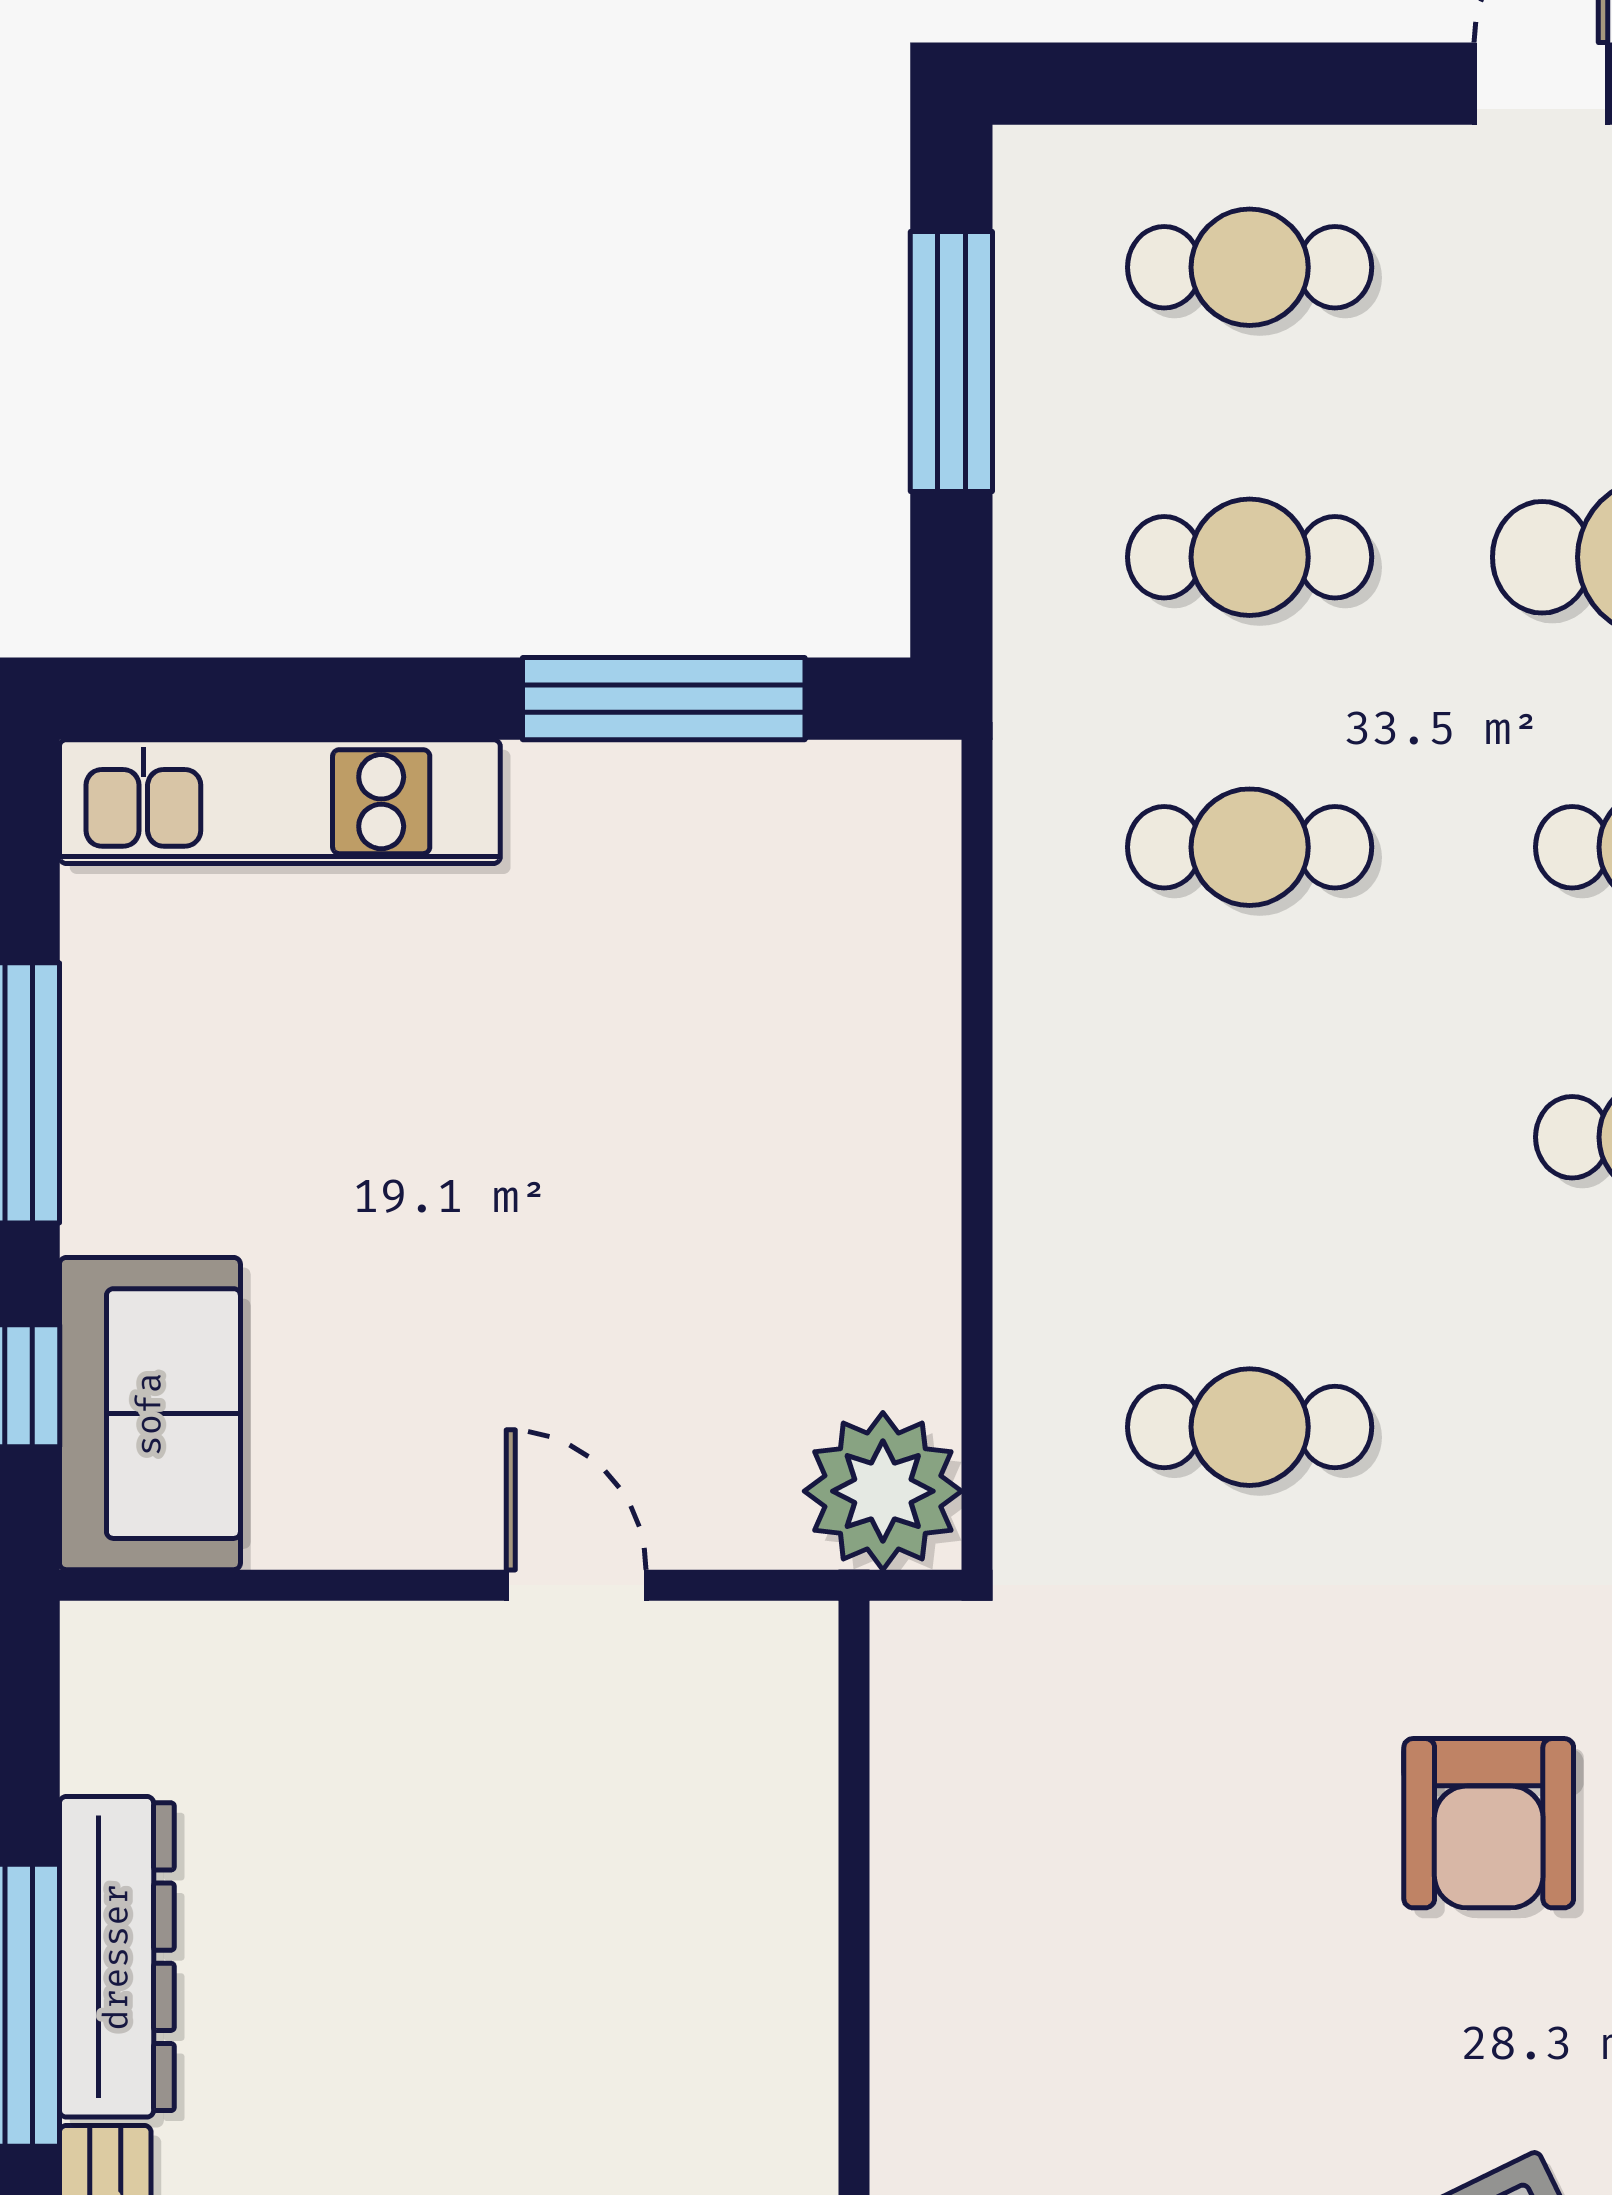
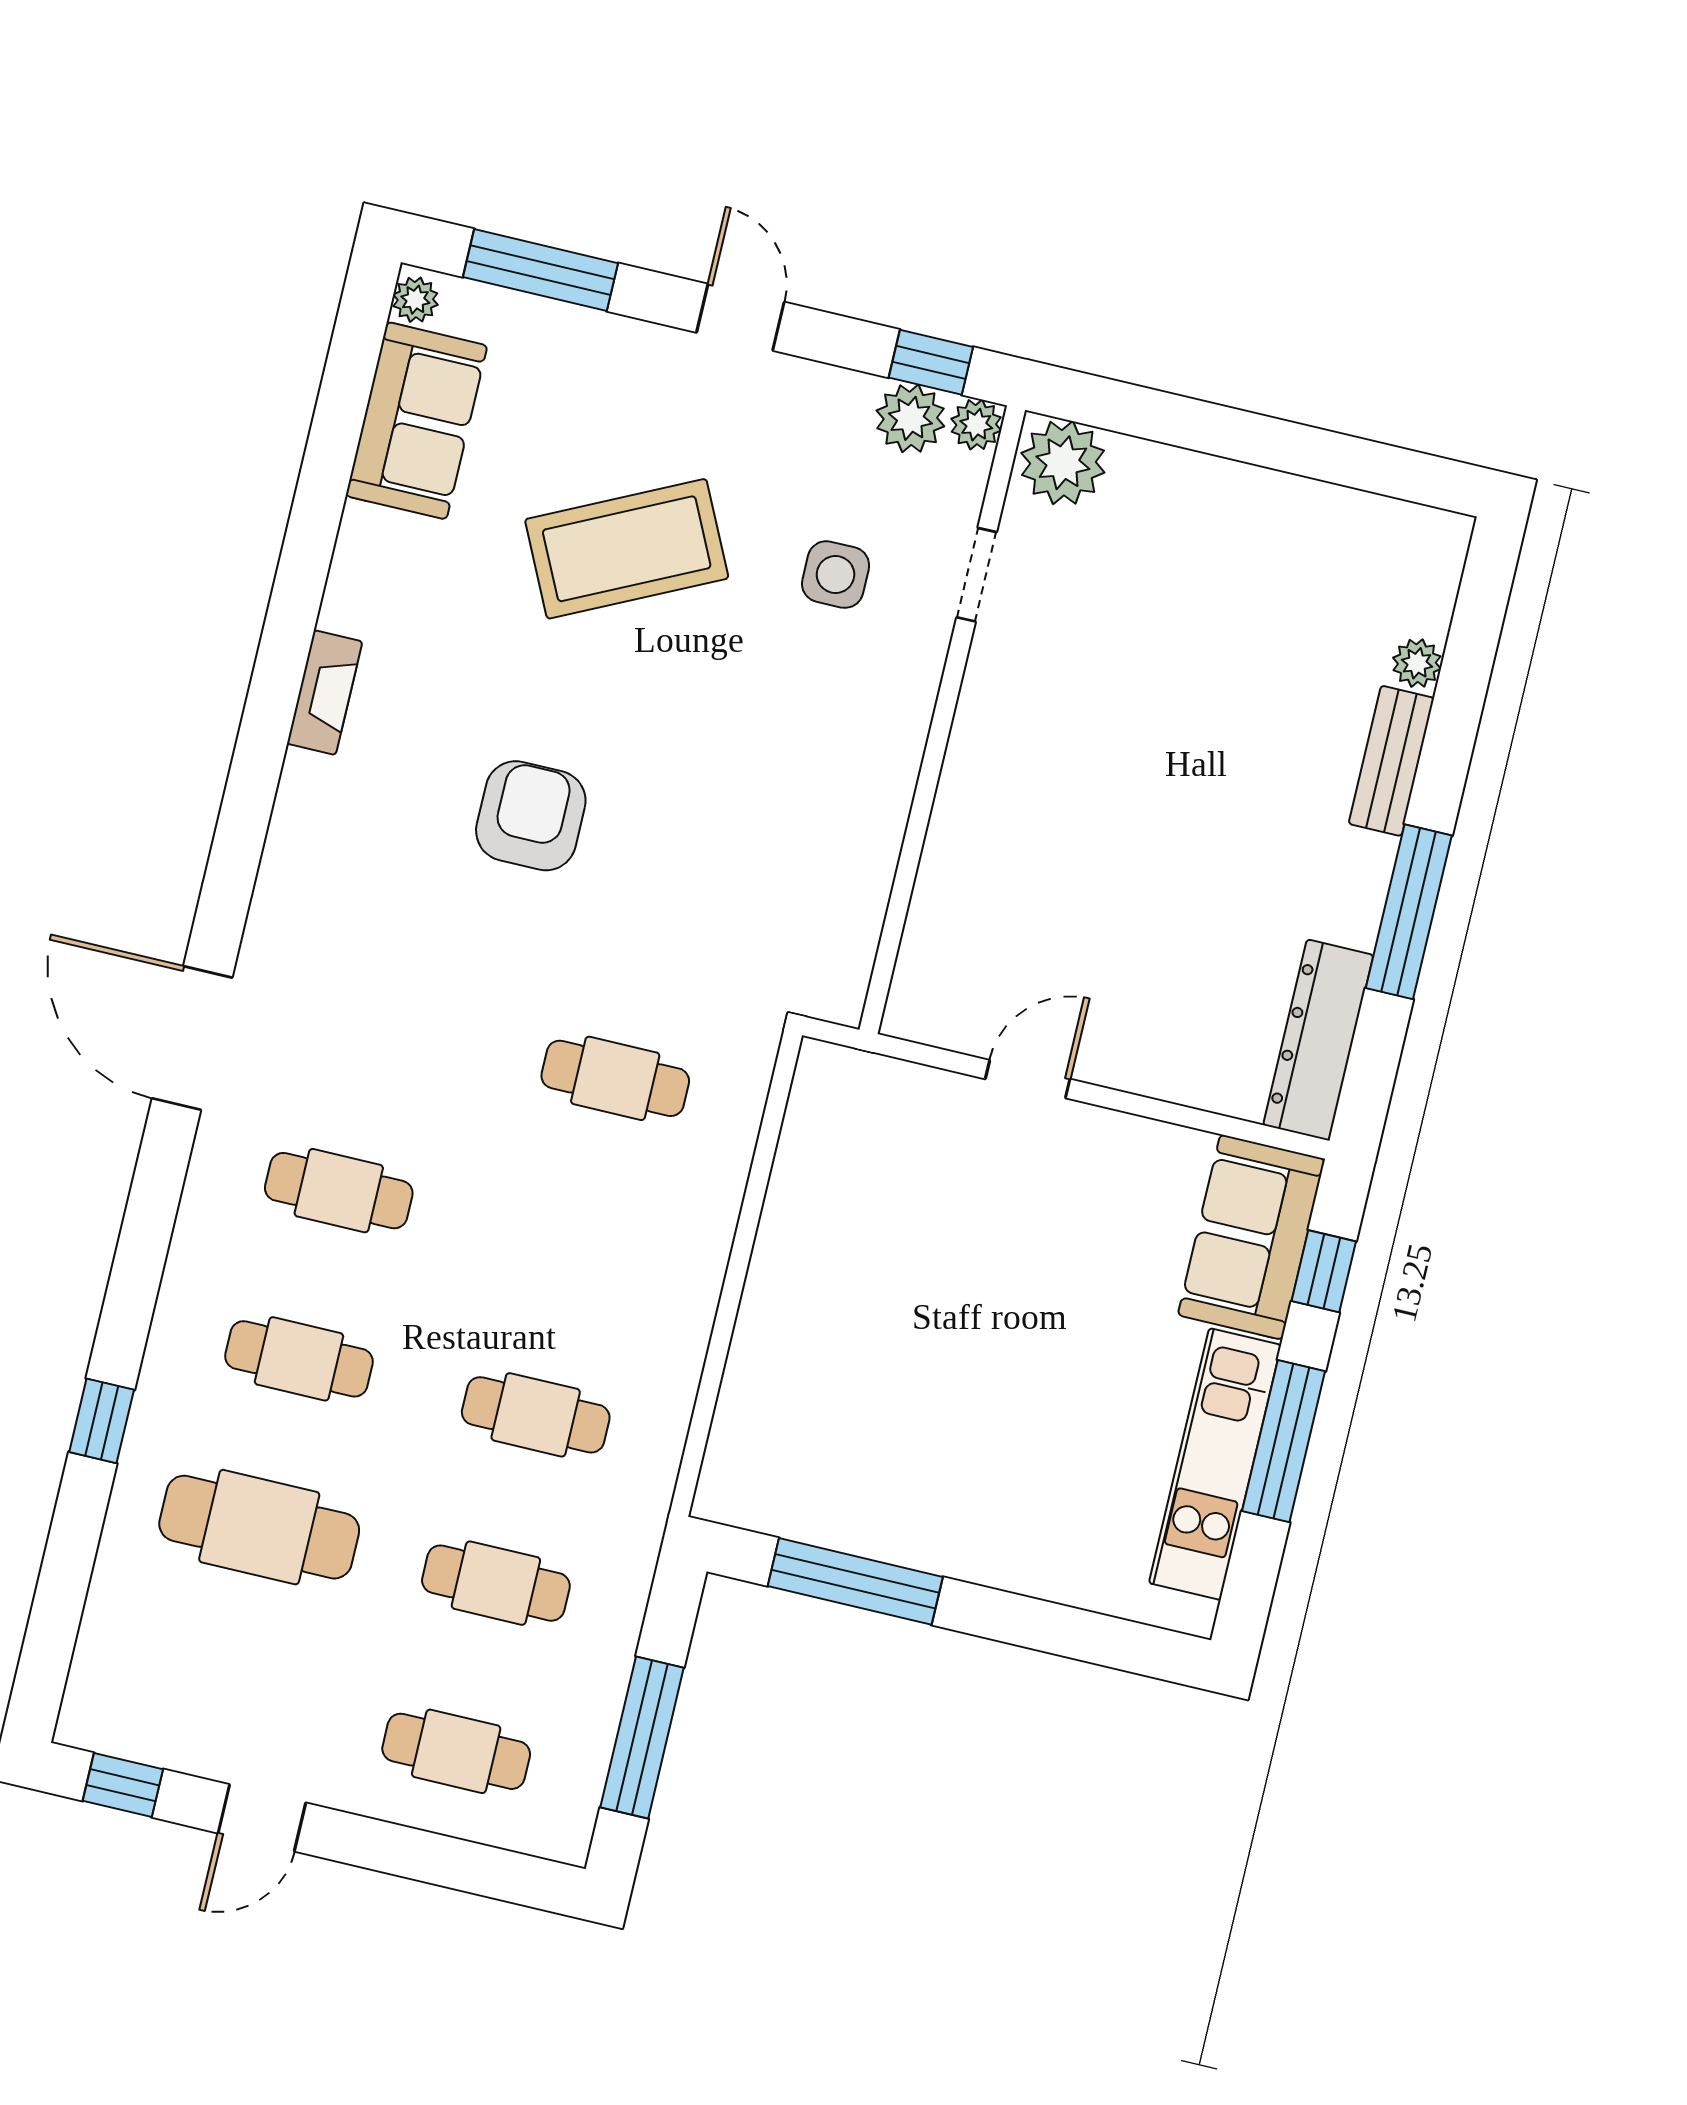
kitchen unit: (280, 802) -> (1215, 1464), moved, turned -90
plant: (883, 1491) -> (837, 1092), removed
door: (576, 1585) -> (1028, 1079), swing flipped
dresser: (117, 1957) -> (1318, 1040), moved

